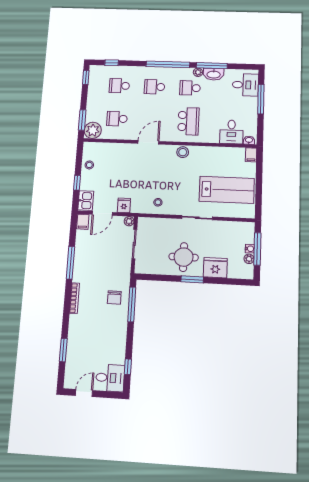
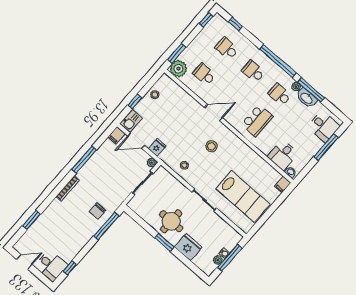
stool: (183, 152) -> (212, 146), moved

